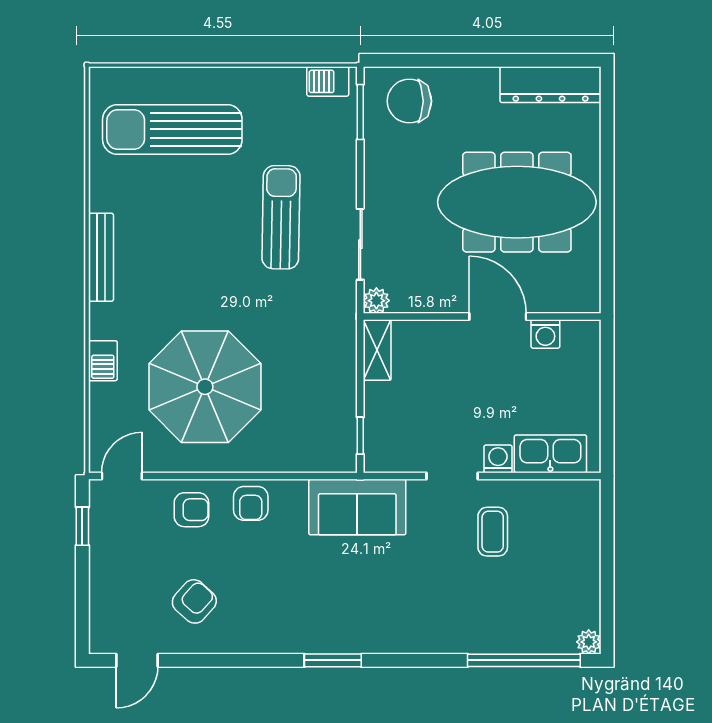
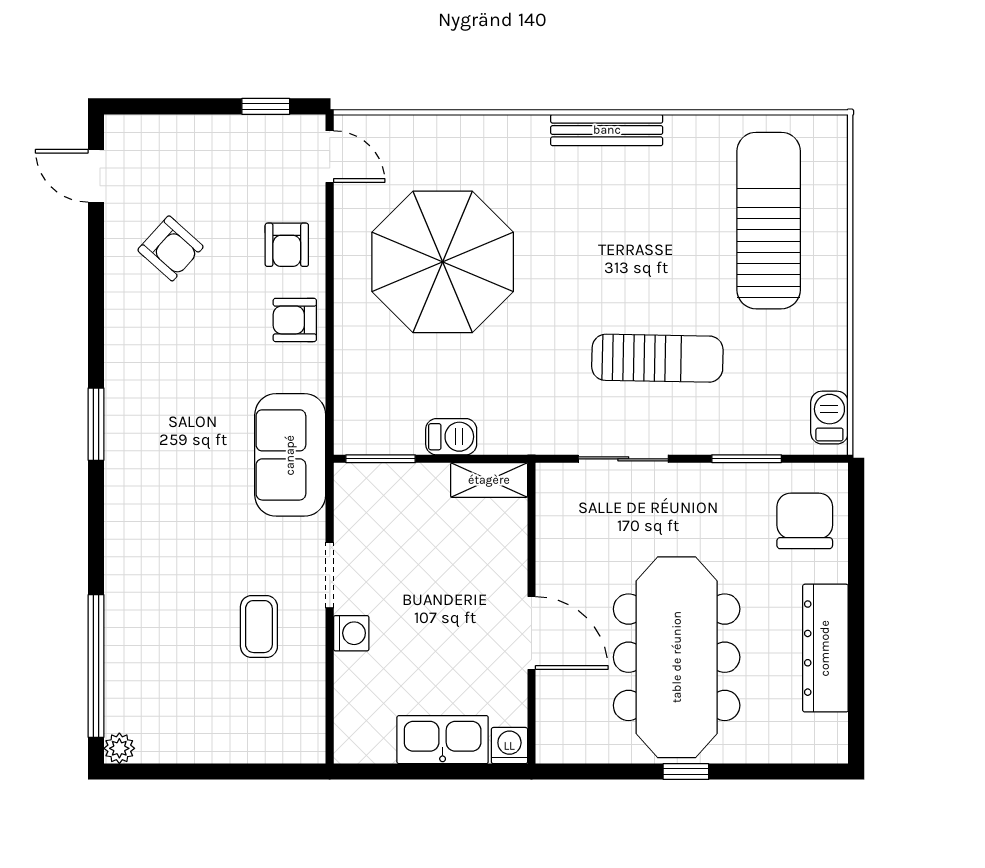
dresser: (551, 85) -> (825, 648), moved
window: (360, 112) -> (747, 459), moved
window: (607, 195) -> (686, 772), added
plant: (376, 301) -> (552, 479), removed
door: (498, 317) -> (531, 633), hinge flipped
washing machine: (545, 334) -> (509, 746), moved, turned 90
barbecue: (103, 361) -> (451, 437), moved, turned 180
window: (360, 436) -> (381, 459), width x1.50
kitchen sink: (550, 454) -> (443, 740), moved, turned -90
coffee table: (493, 532) -> (259, 627), turned 90

